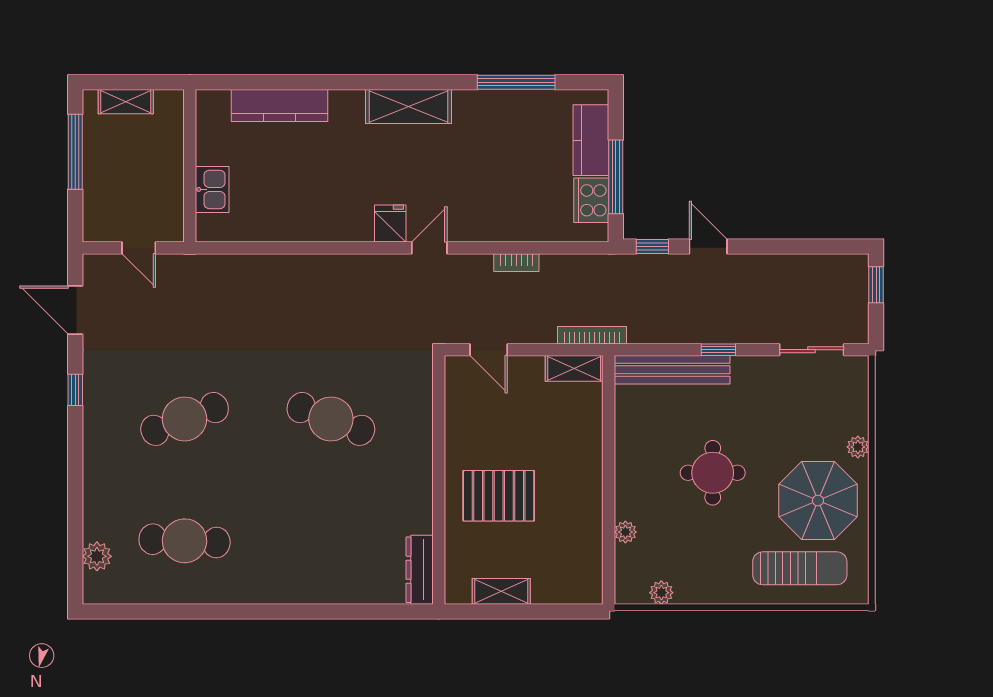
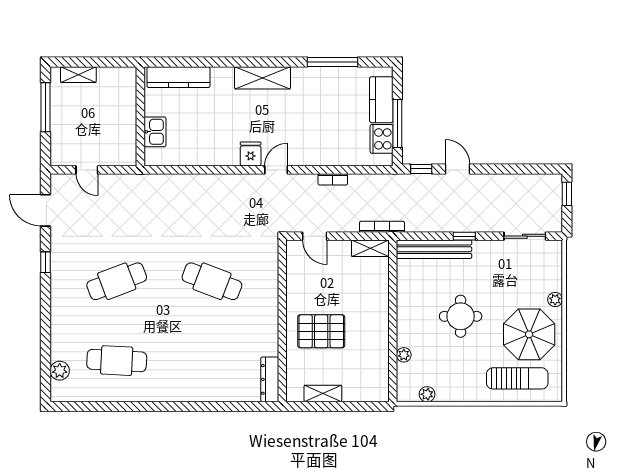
wall: (190, 166) -> (140, 116), moved
kitchen sink: (212, 189) -> (155, 132), moved

